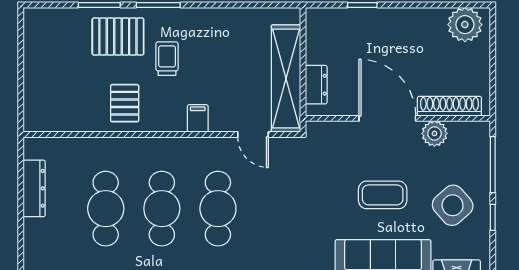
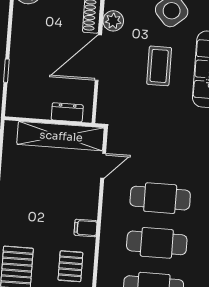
trolley: (167, 59) -> (38, 230), removed
pallet: (125, 103) -> (70, 266), turned 90
filing cabinet: (198, 118) -> (86, 228), moved

